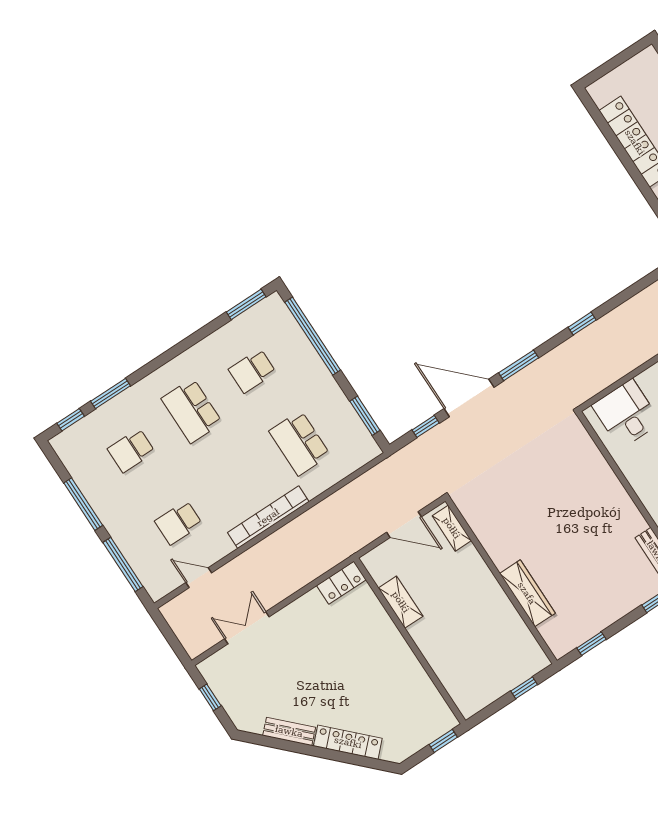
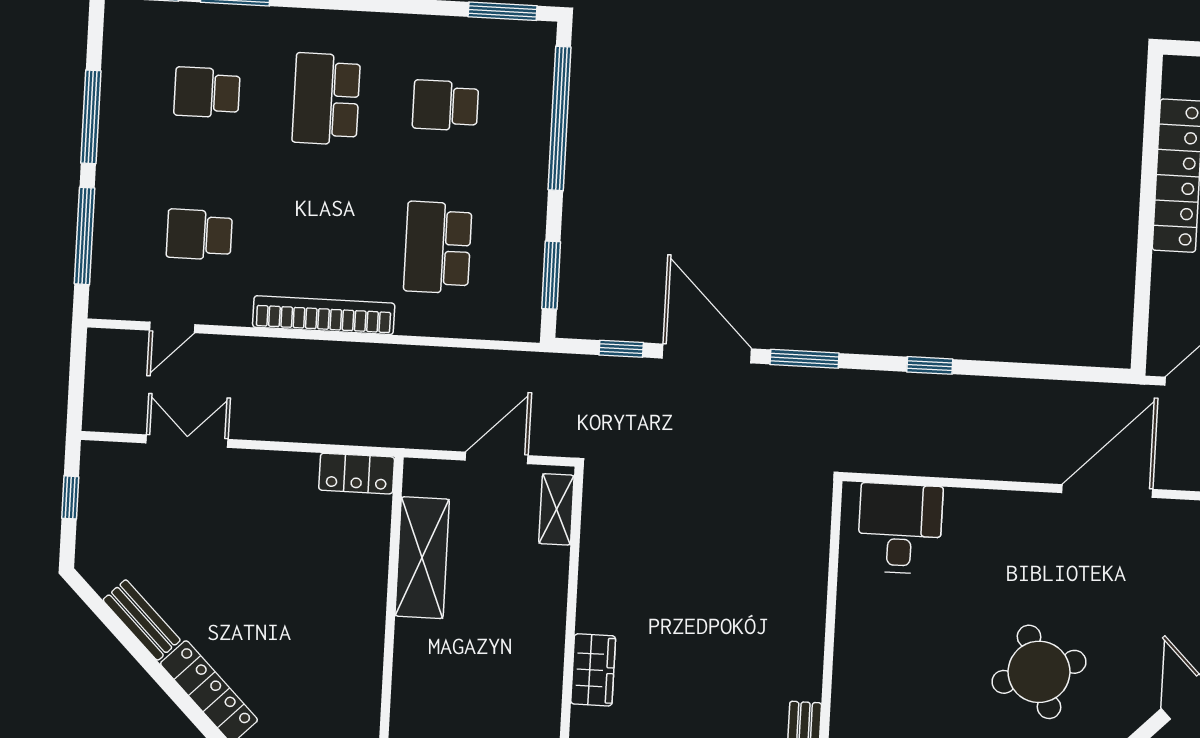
door: (404, 525) -> (497, 458), swing flipped
door: (199, 578) -> (172, 327), swing flipped
wardrobe: (527, 593) -> (593, 670), width x0.67
shelving: (401, 602) -> (422, 558), width x1.50, depth x1.33

